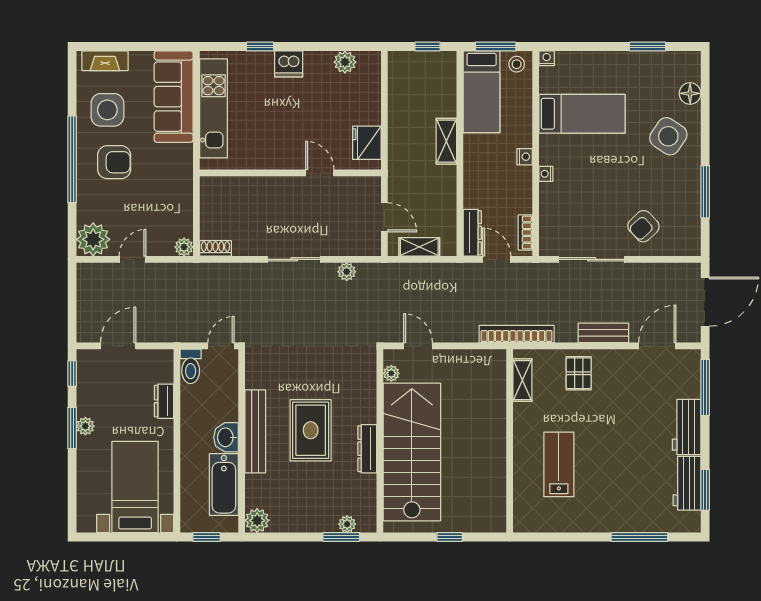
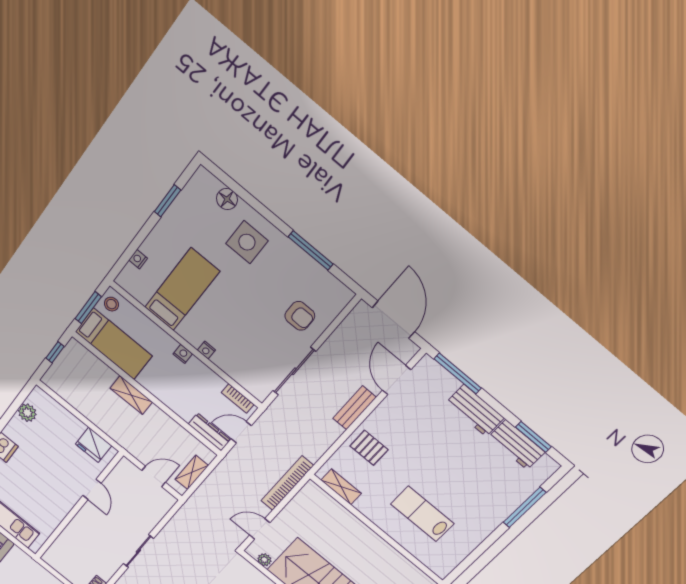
nightstand: (547, 58) -> (138, 259), moved
side table: (668, 136) -> (247, 242), turned -34
door: (320, 173) -> (92, 489), swing flipped
armchair: (643, 226) -> (300, 316), turned -47
plant: (347, 272) -> (172, 528), removed
bookcase: (517, 334) -> (287, 483), moved

